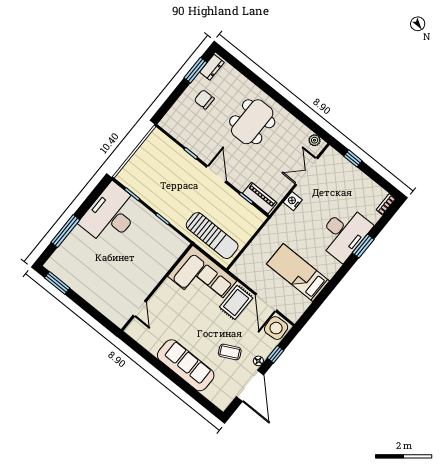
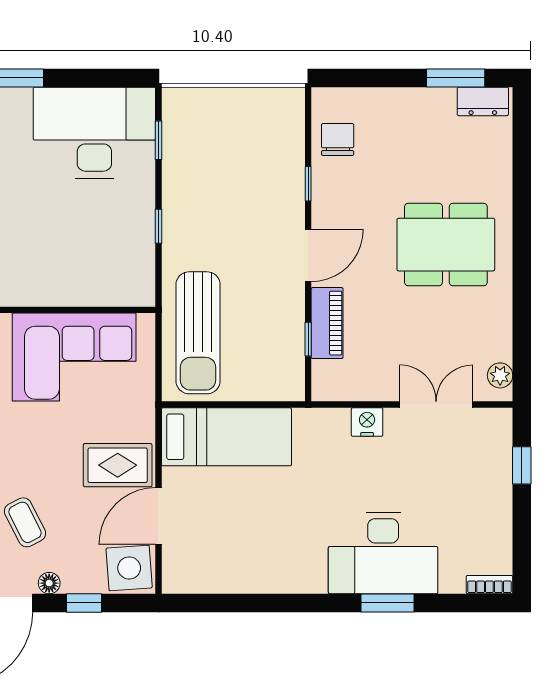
chair: (204, 99) -> (338, 140), moved
piano: (260, 198) -> (327, 323), moved
bed: (298, 273) -> (226, 437), moved, turned 90
corner sofa: (202, 279) -> (74, 357), moved, turned -90

